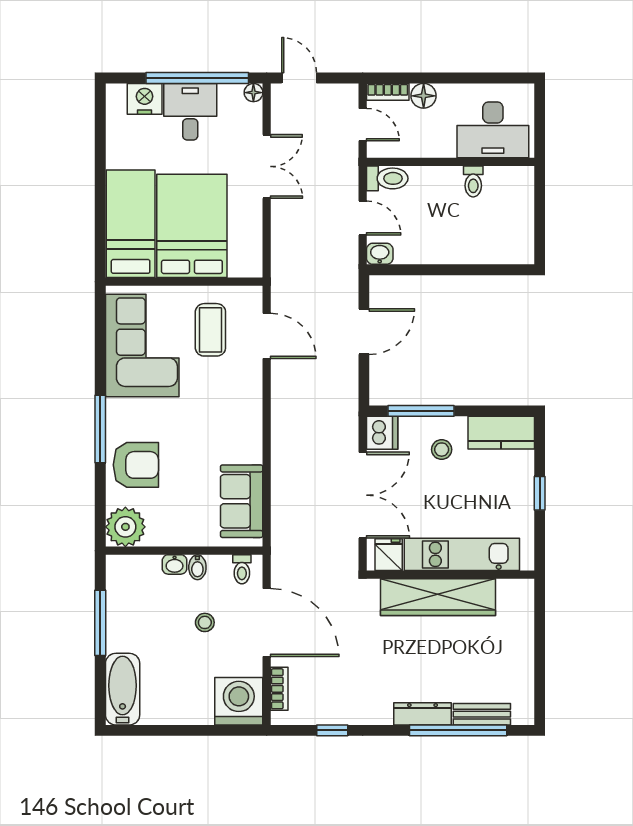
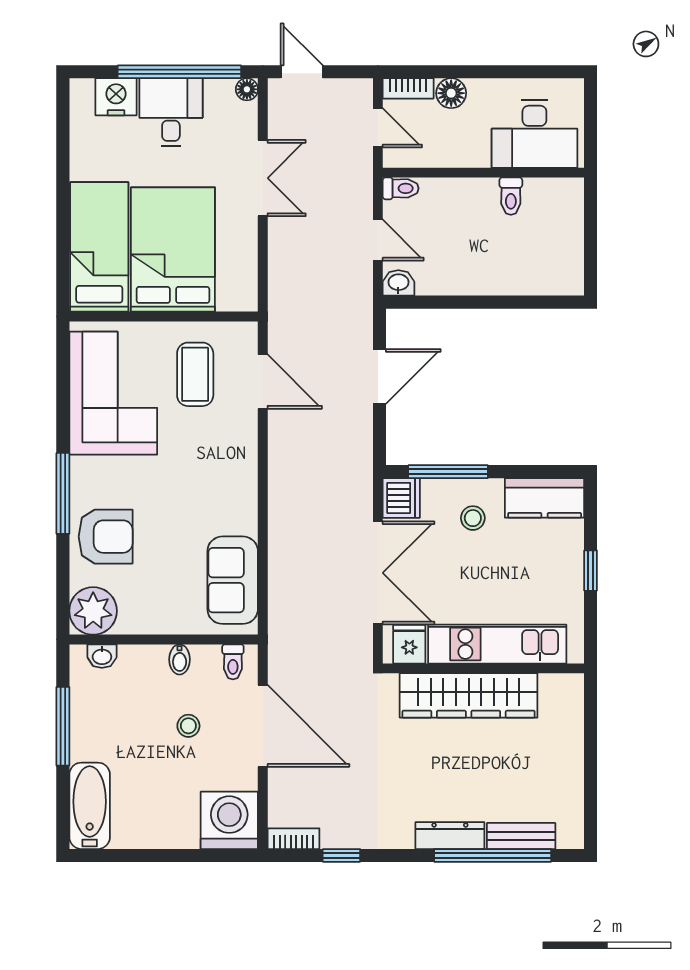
toilet: (387, 178) -> (401, 188), width x0.73, depth x0.72
washbasin: (175, 564) -> (102, 656), moved
bookcase: (279, 689) -> (293, 839), moved, turned -90

